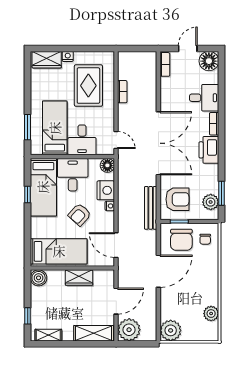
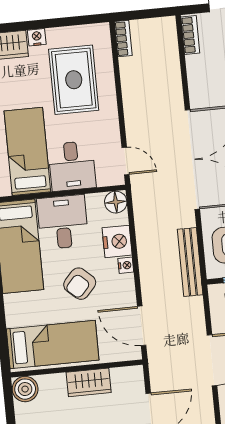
bookcase: (122, 92) -> (123, 39), moved

